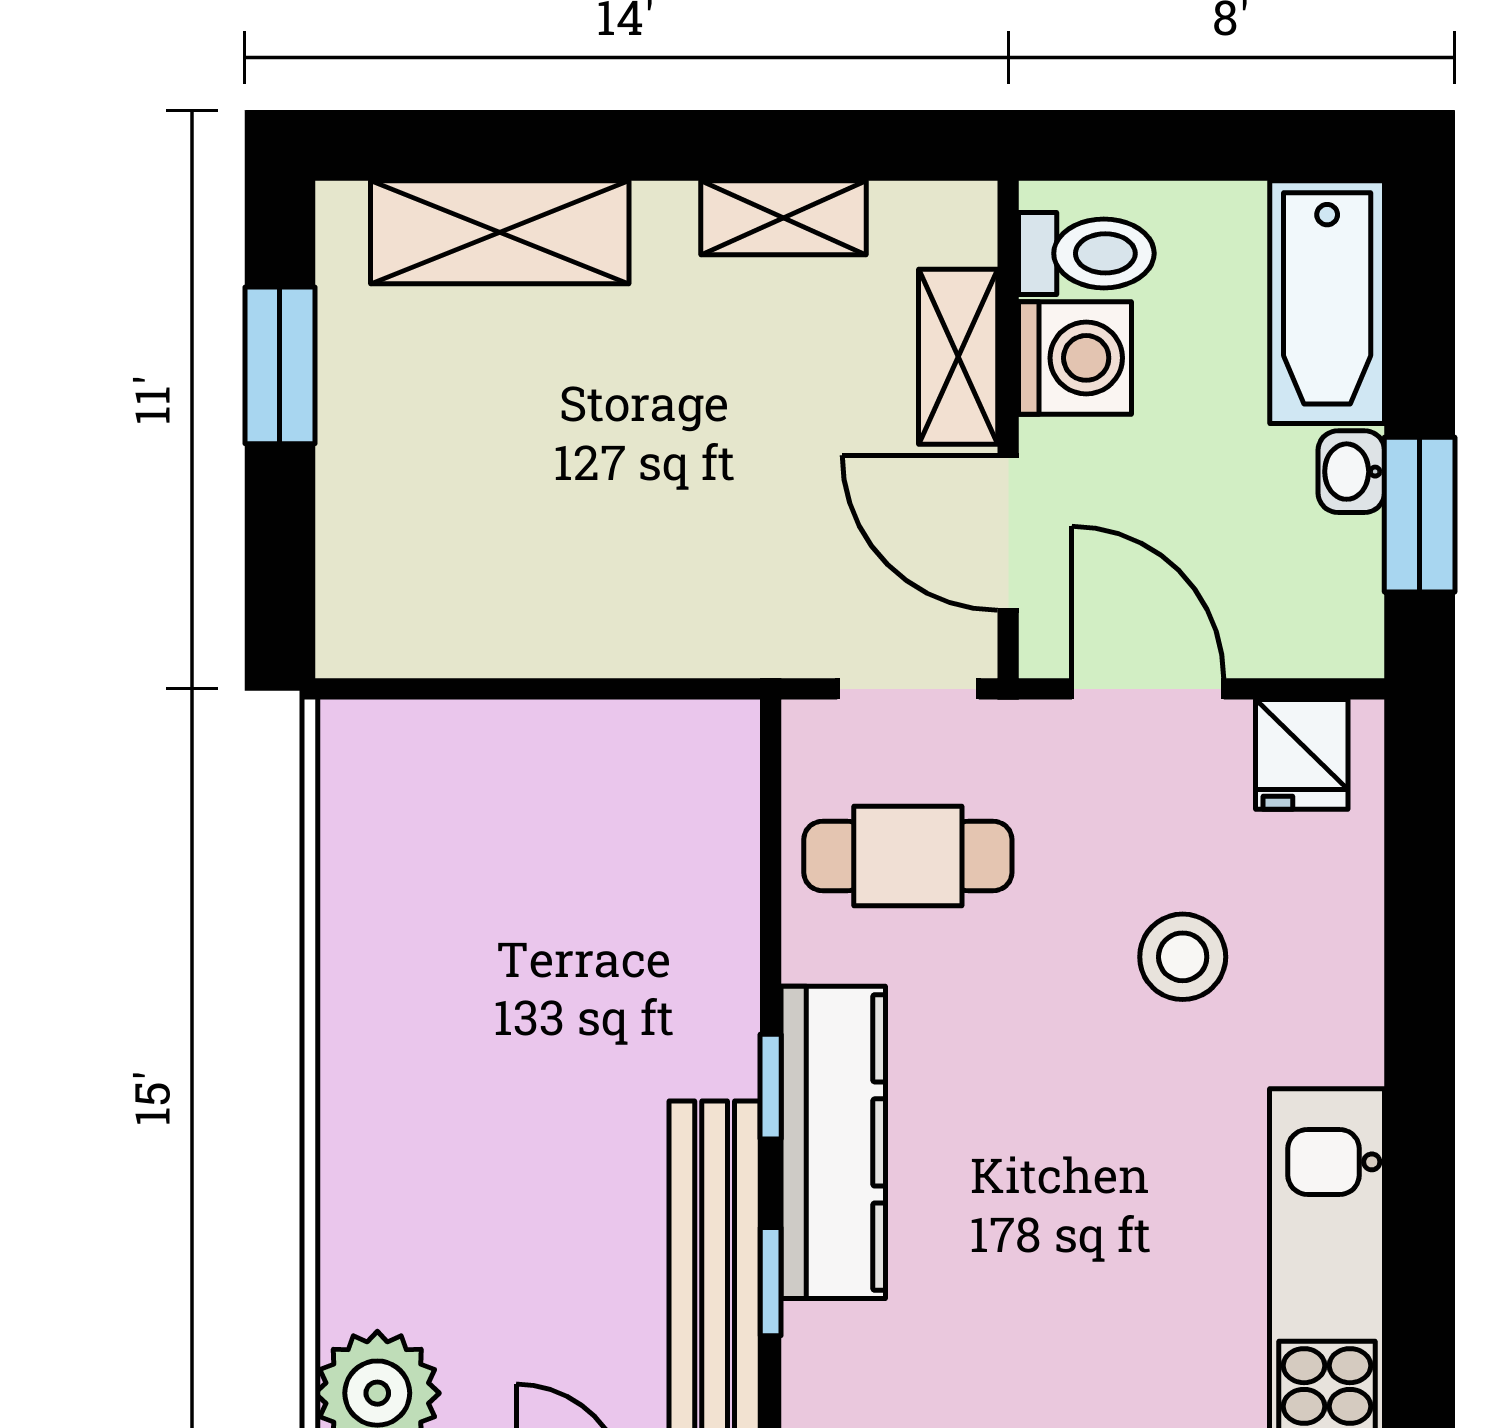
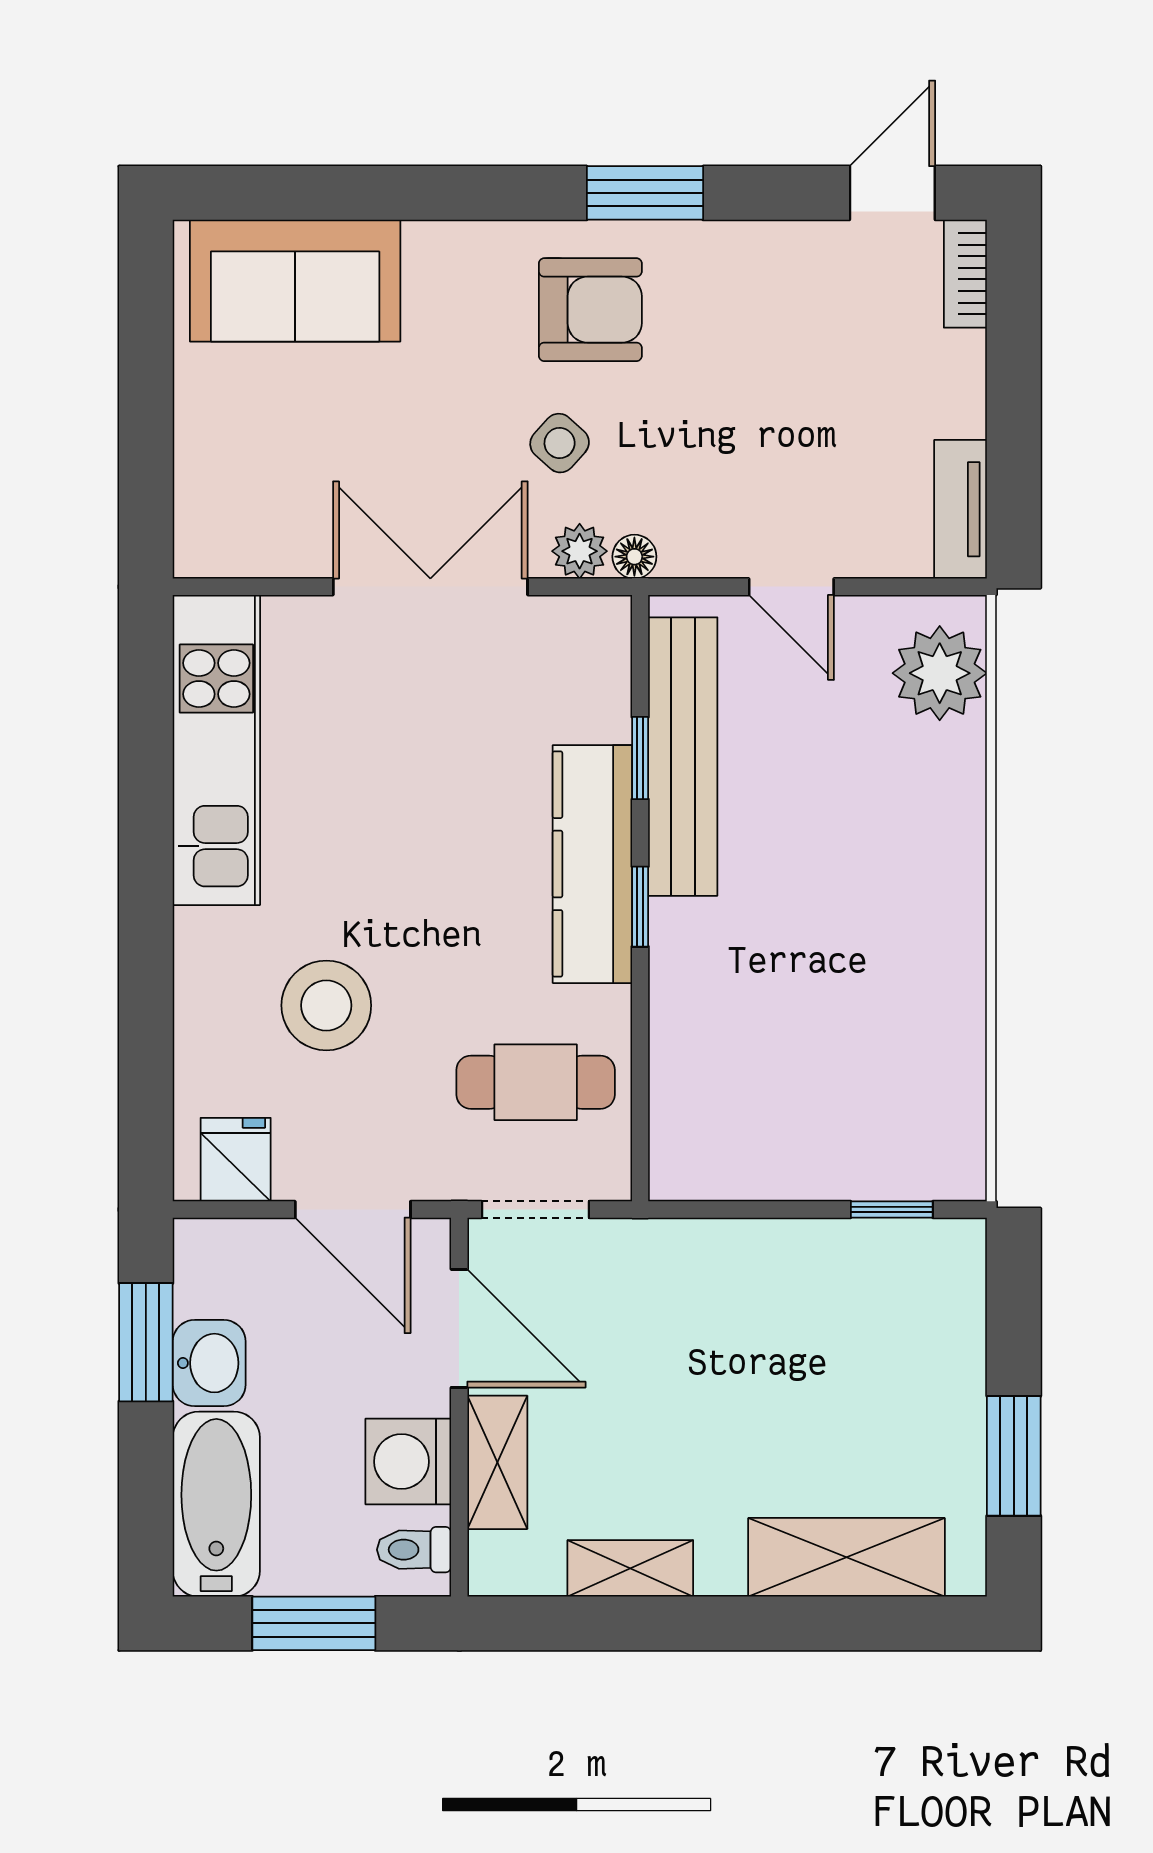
window: (1199, 145) -> (314, 1623), added
toilet: (1086, 253) -> (414, 1550), width x0.73, depth x0.72
washbasin: (1351, 472) -> (209, 1363), width x1.38, depth x1.45
window: (440, 689) -> (892, 1210), added
stool: (1183, 957) -> (326, 1005), width x1.38, depth x1.38

